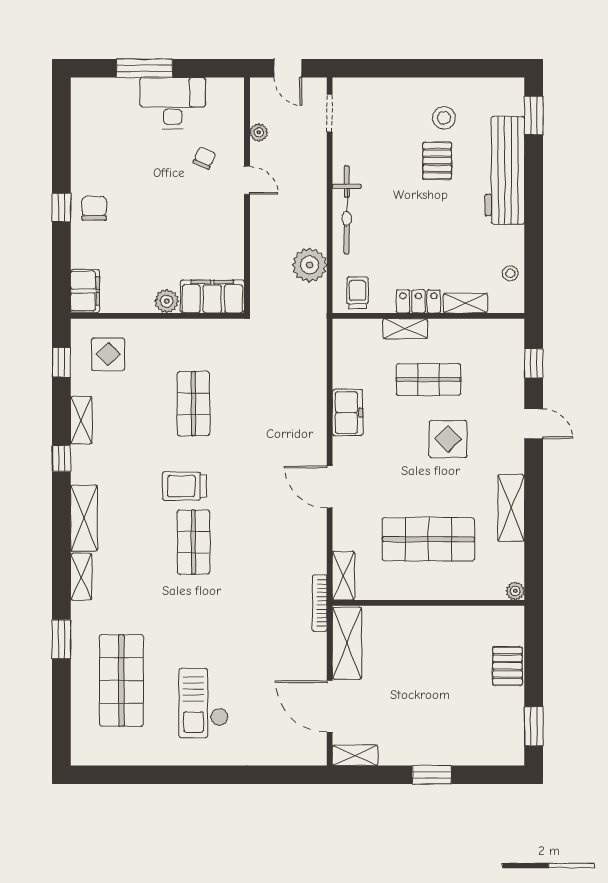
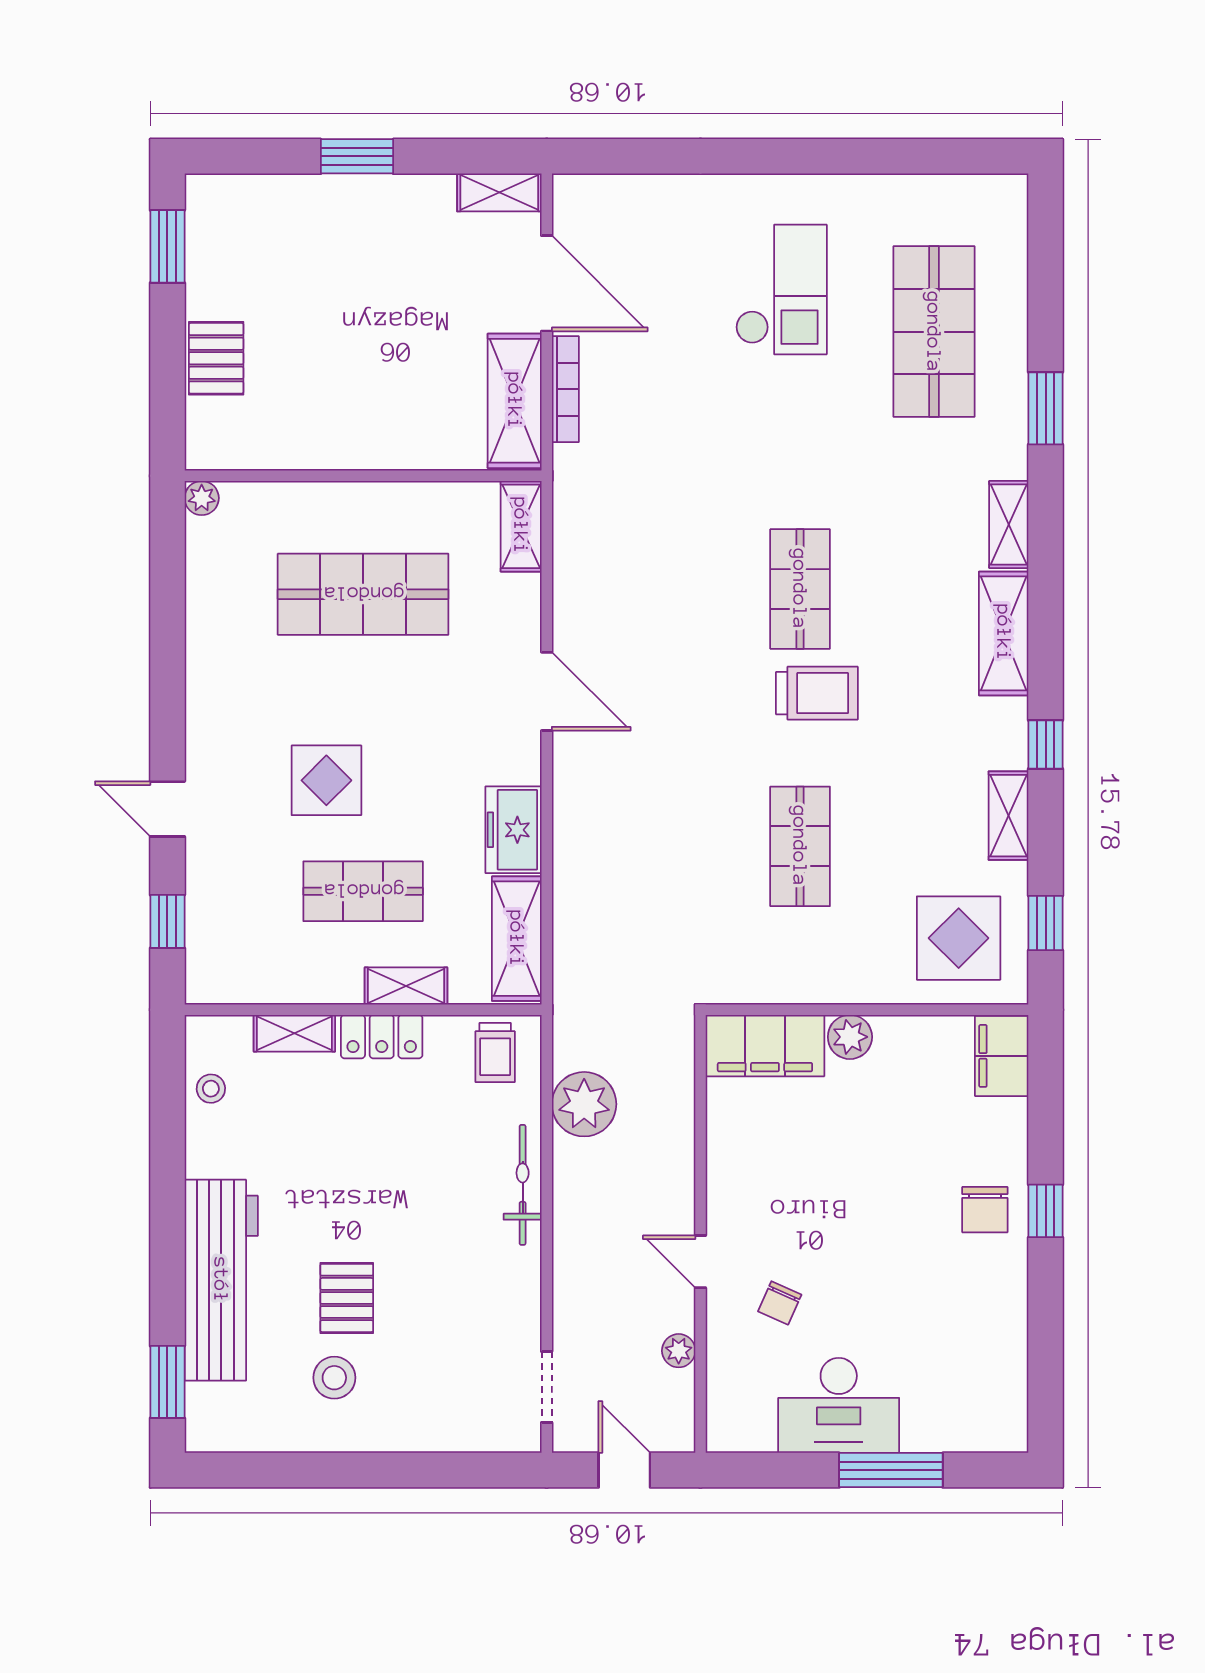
bicycle: (347, 210) -> (523, 1185), width x0.73, depth x0.71
display table: (108, 354) -> (959, 938), width x1.36, depth x1.36
shelving: (511, 508) -> (517, 939), moved
bookcase: (320, 603) -> (565, 389), moved

